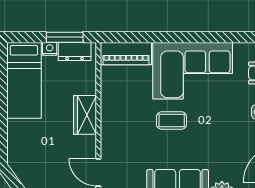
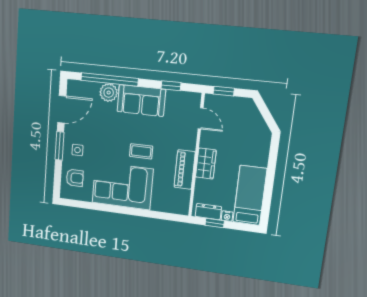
window: (65, 37) -> (215, 223), width x0.67
piano: (126, 54) -> (185, 170), moved, turned -90

